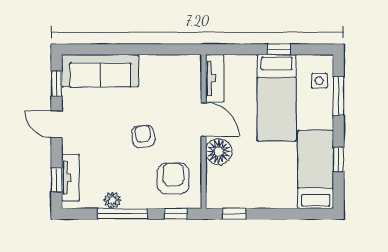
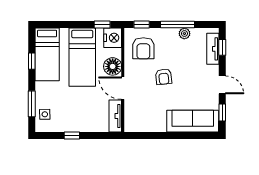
bed: (277, 98) -> (82, 57), moved, turned 180
nightstand: (219, 194) -> (113, 38), added

